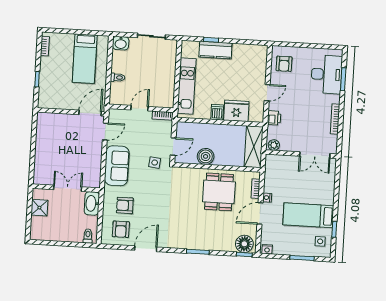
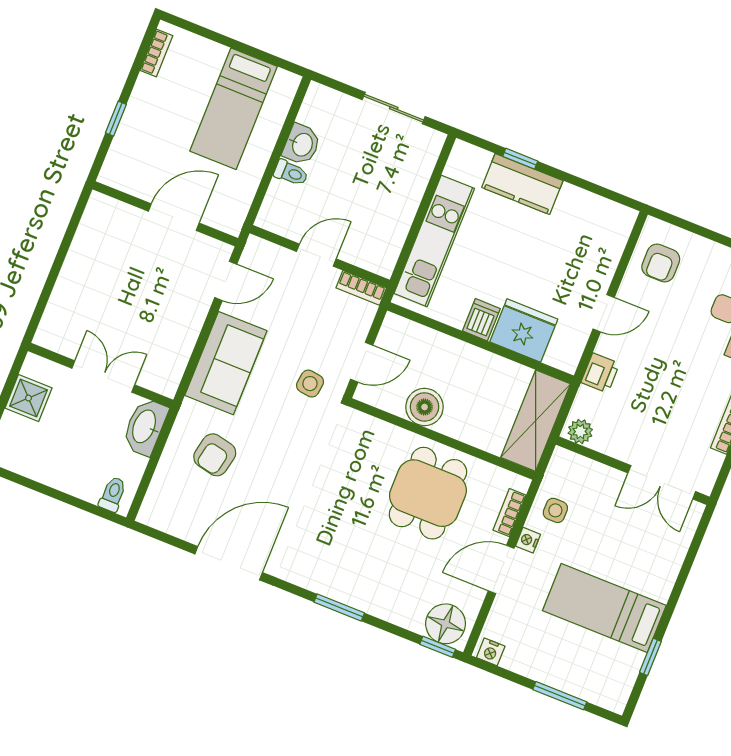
washbasin: (121, 43) -> (302, 144), moved, turned -90
door: (90, 113) -> (174, 217), moved
armchair: (125, 205) -> (215, 455), turned -78
armchair: (121, 229) -> (189, 503), removed
side table: (320, 241) -> (555, 510), moved
door: (146, 249) -> (229, 563), width x1.36

